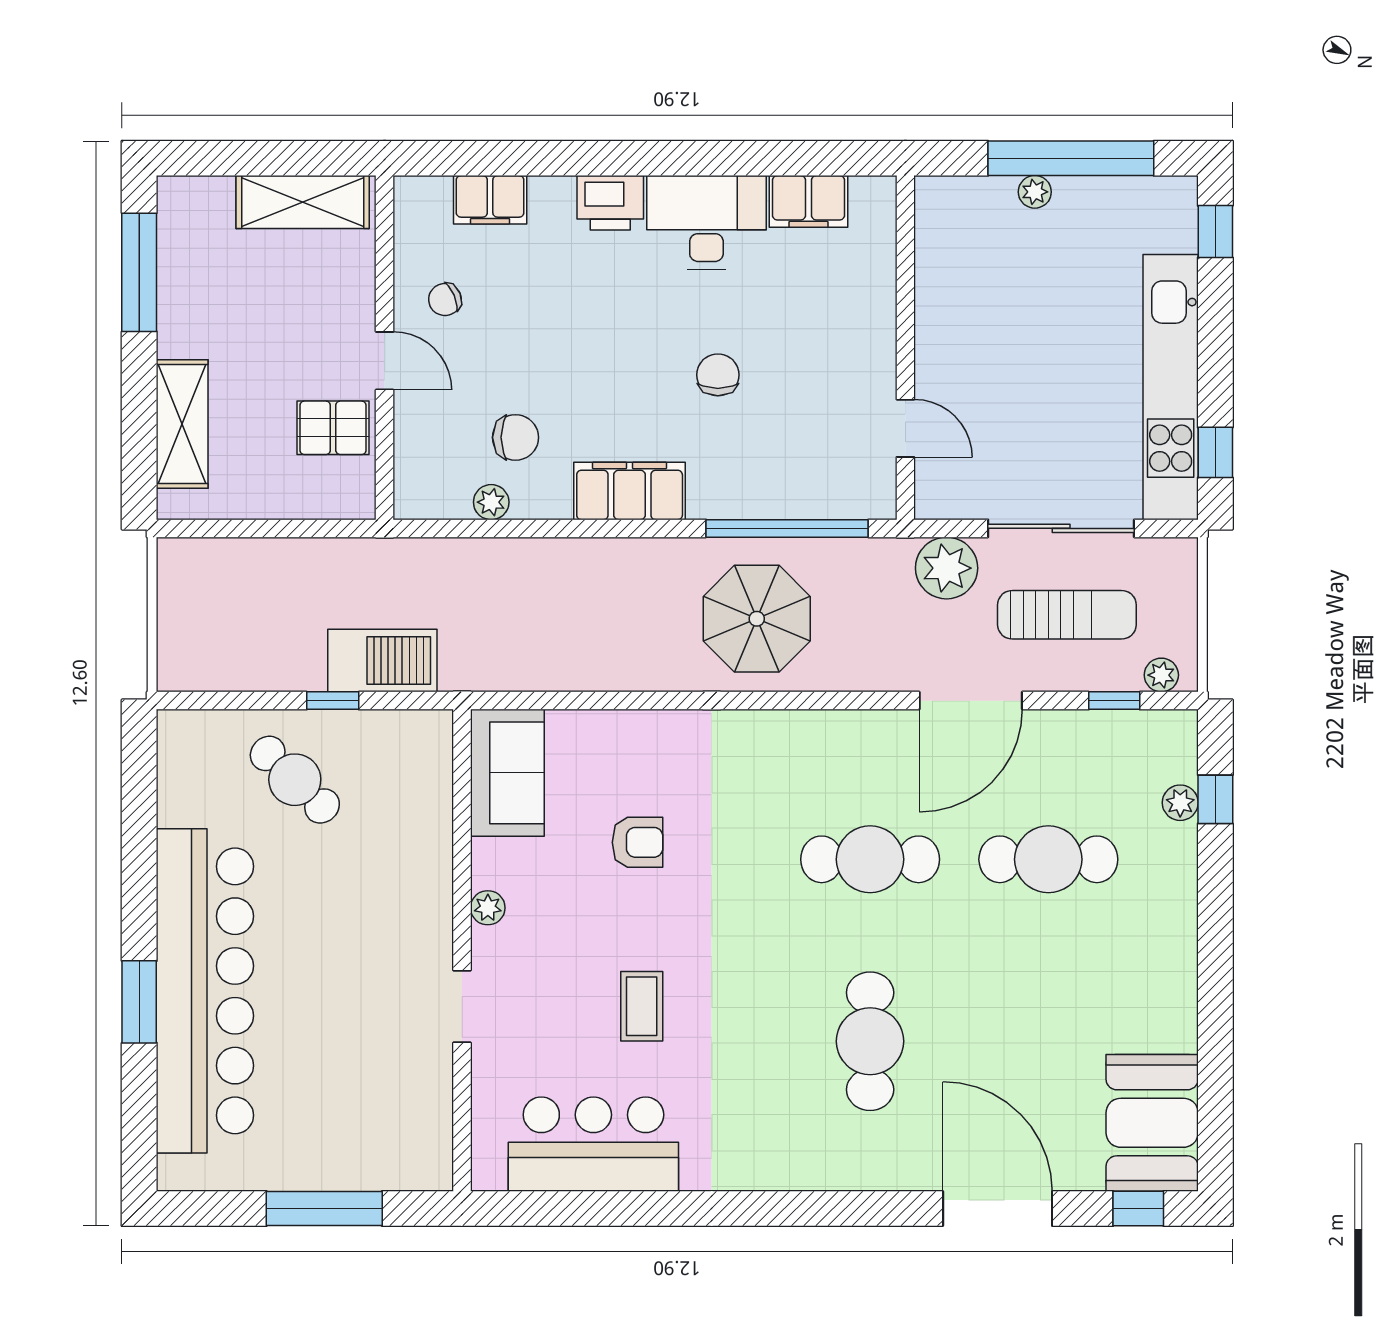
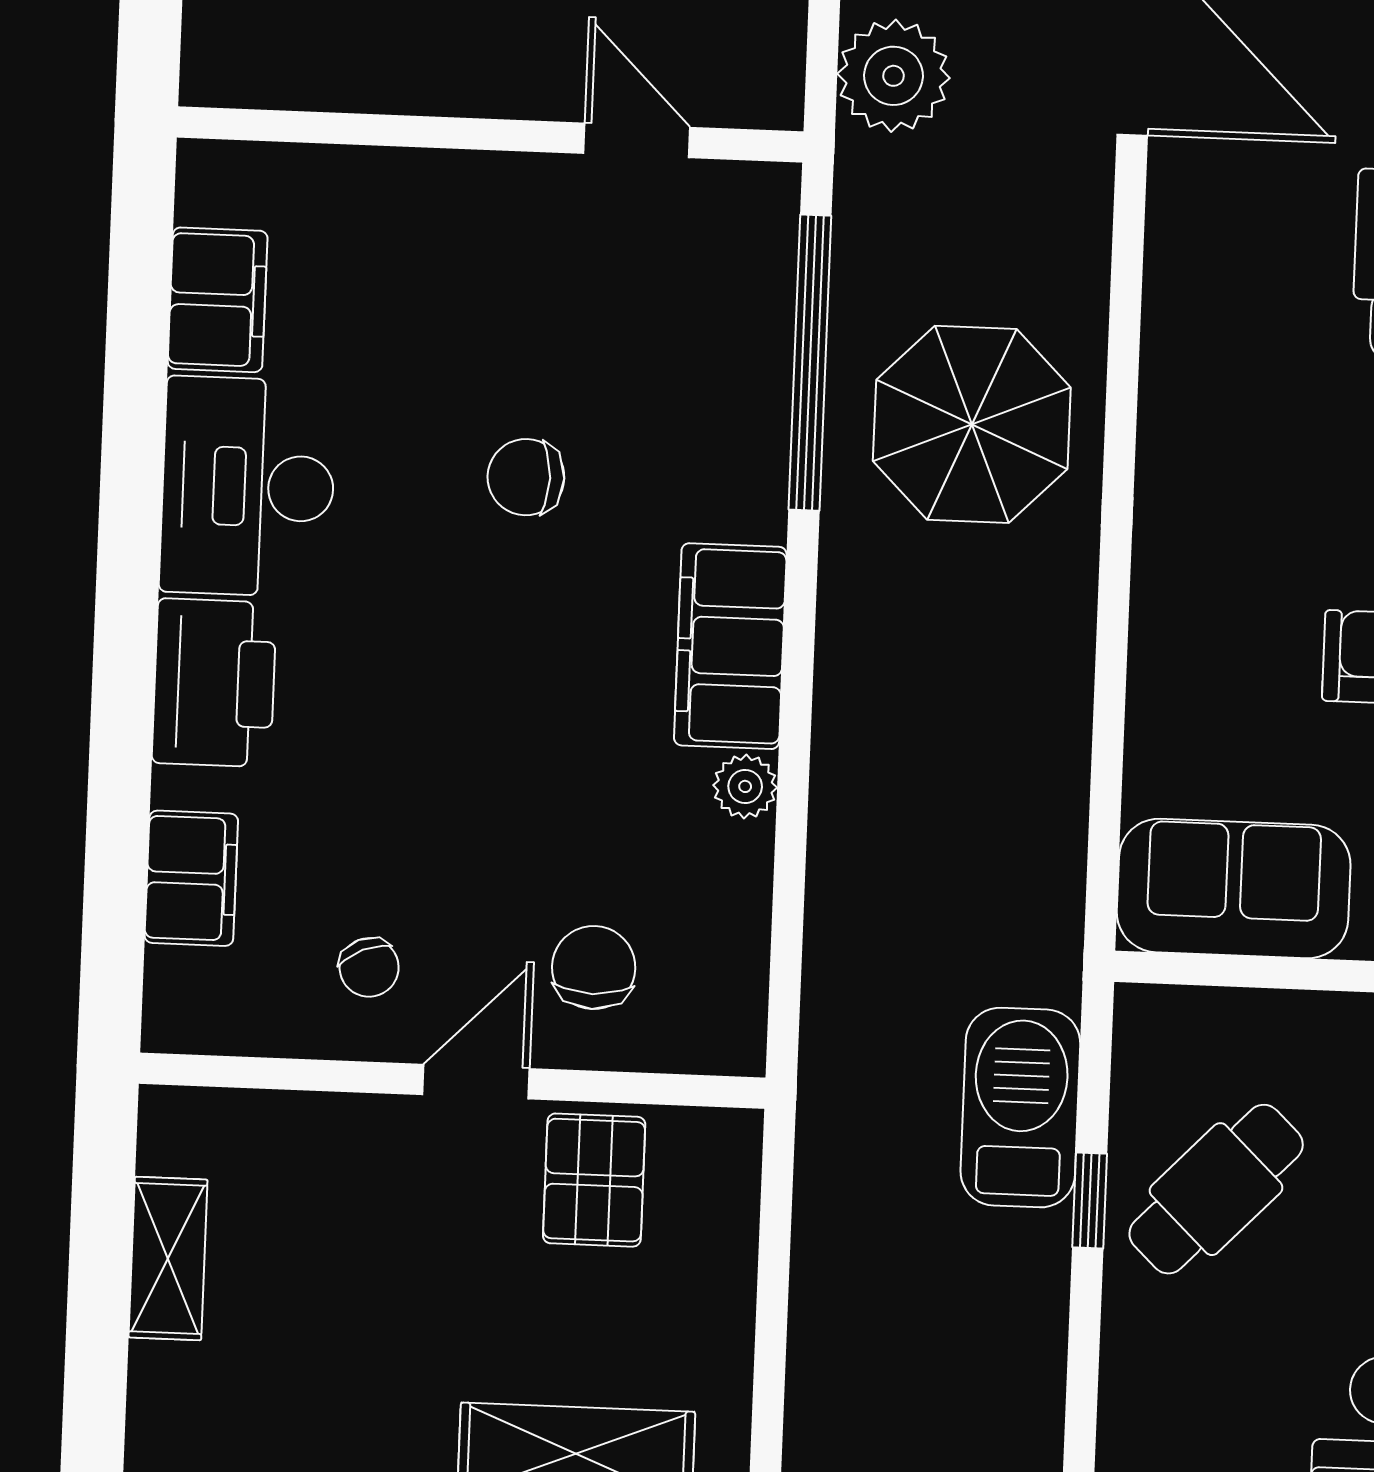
shelving: (303, 202) -> (168, 1258), width x0.67, depth x0.75
printer: (610, 203) -> (214, 683), width x1.37, depth x1.19
door: (905, 428) -> (637, 140), hinge flipped
chair: (516, 437) -> (594, 967), moved
plant: (491, 502) -> (745, 786), moved
cafe table: (295, 780) -> (1216, 1189), moved

